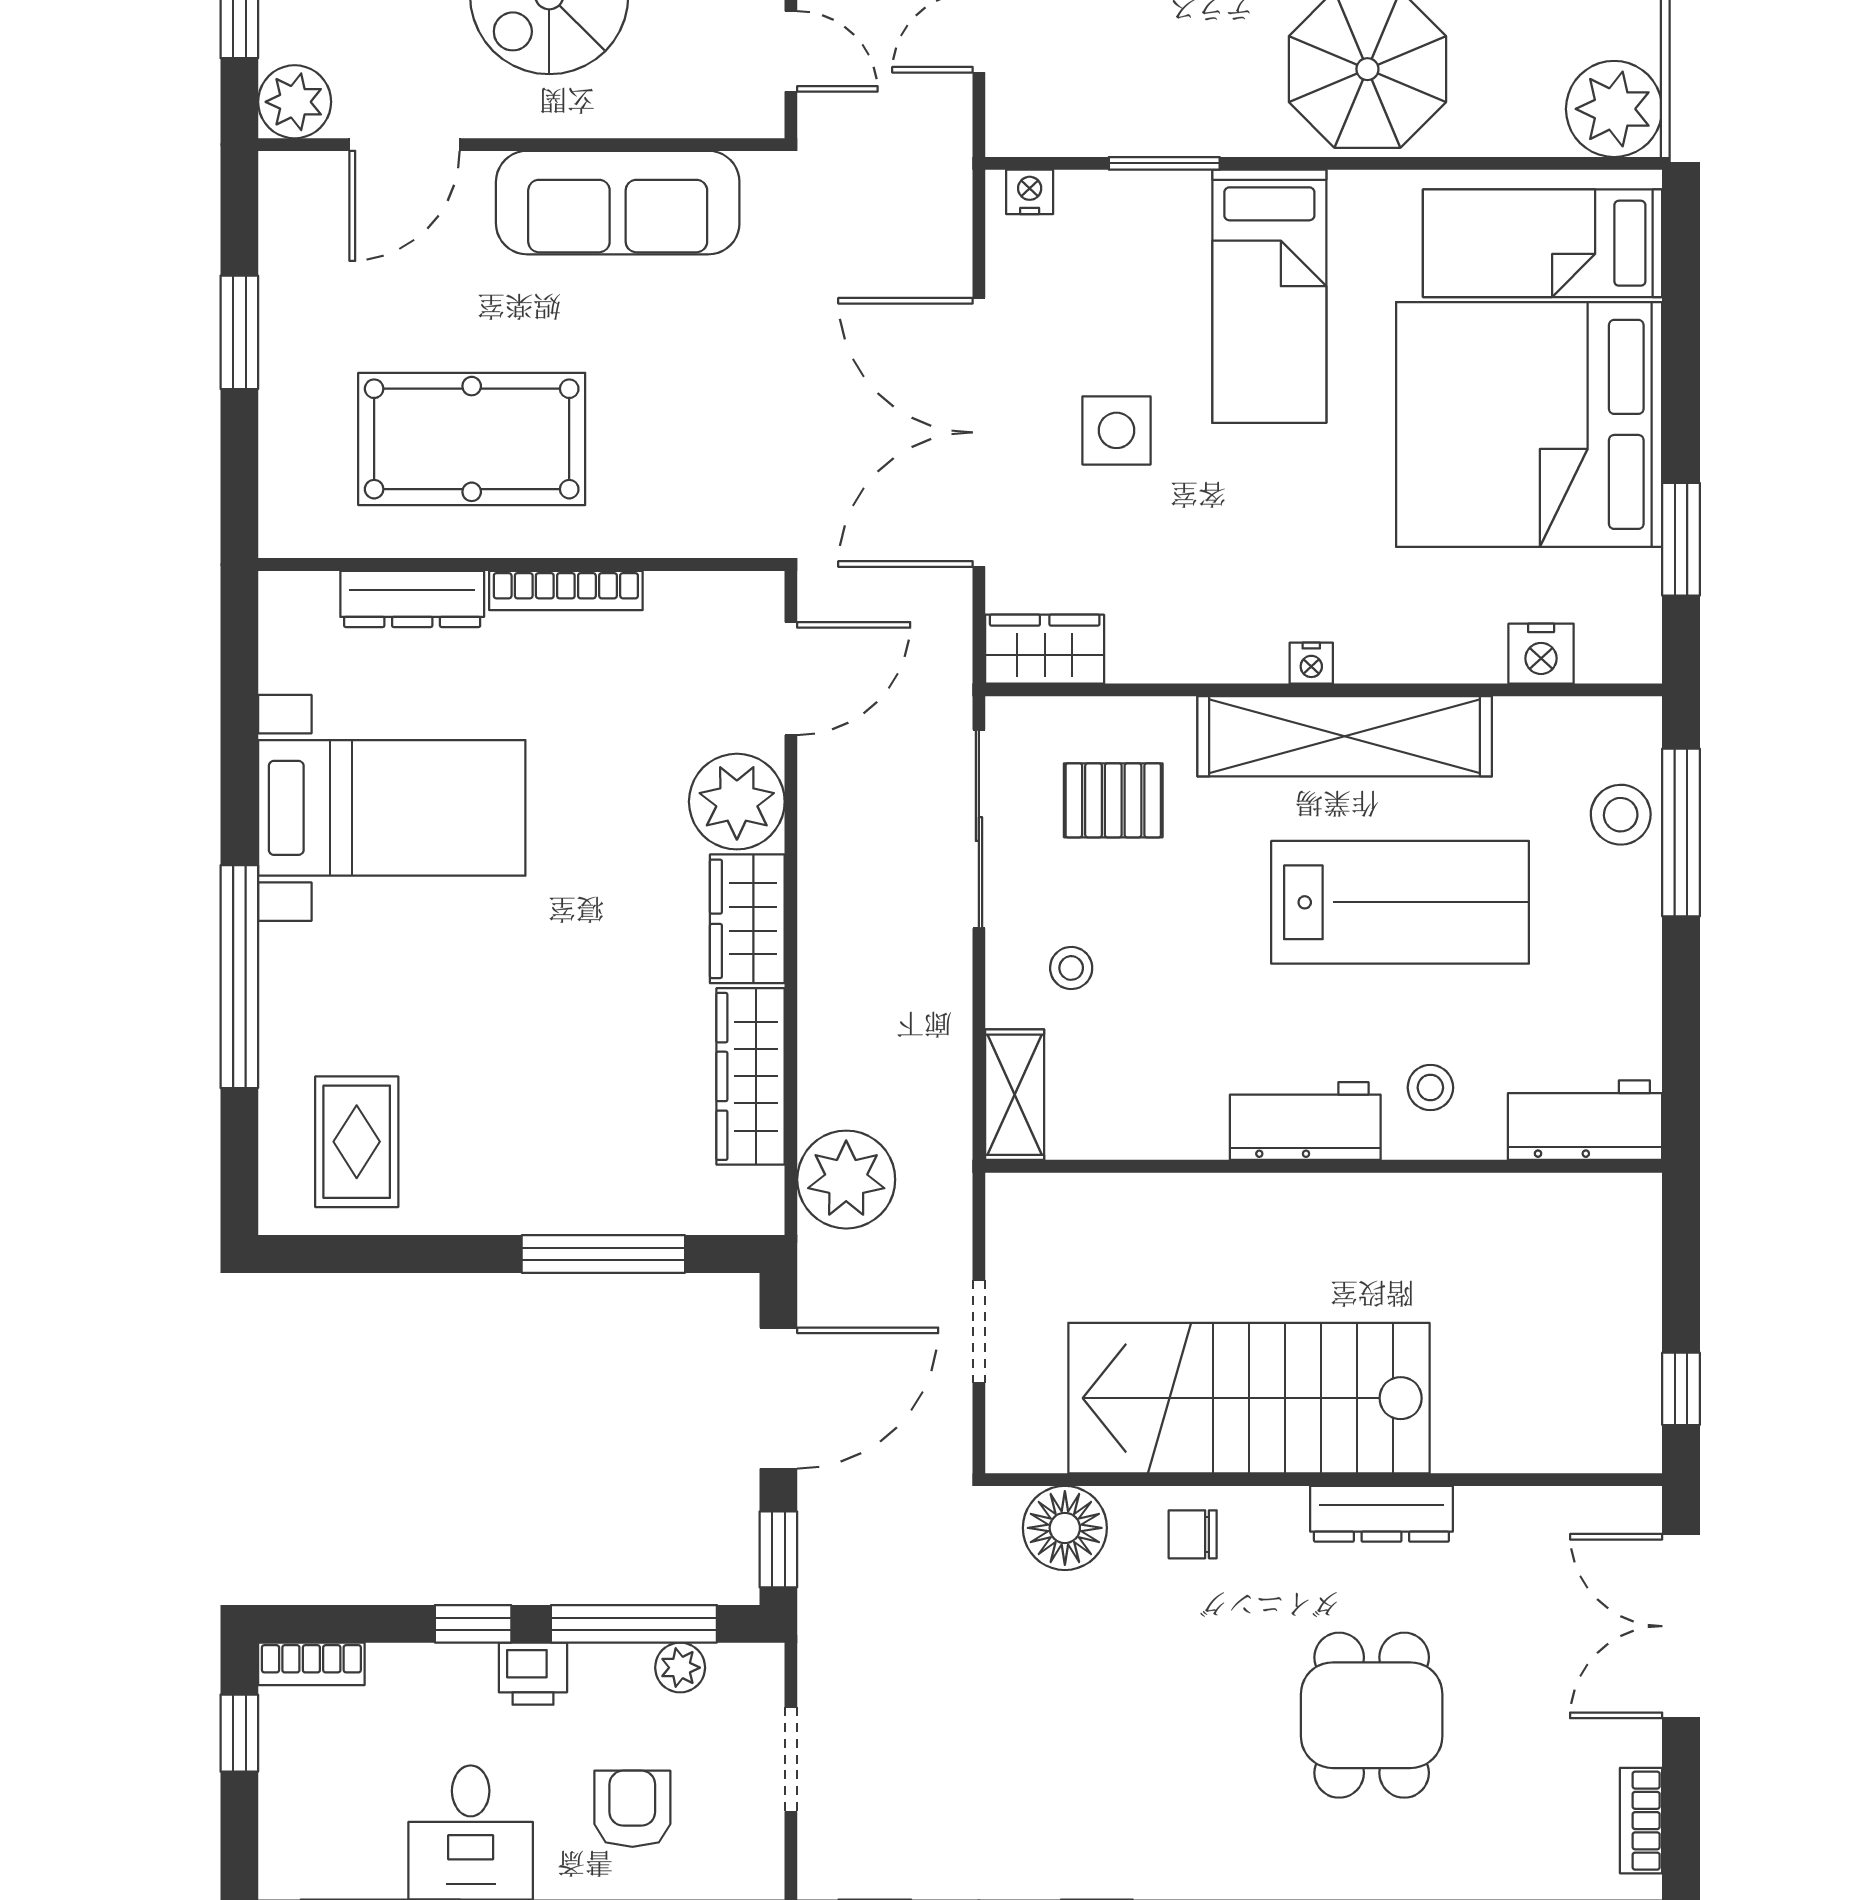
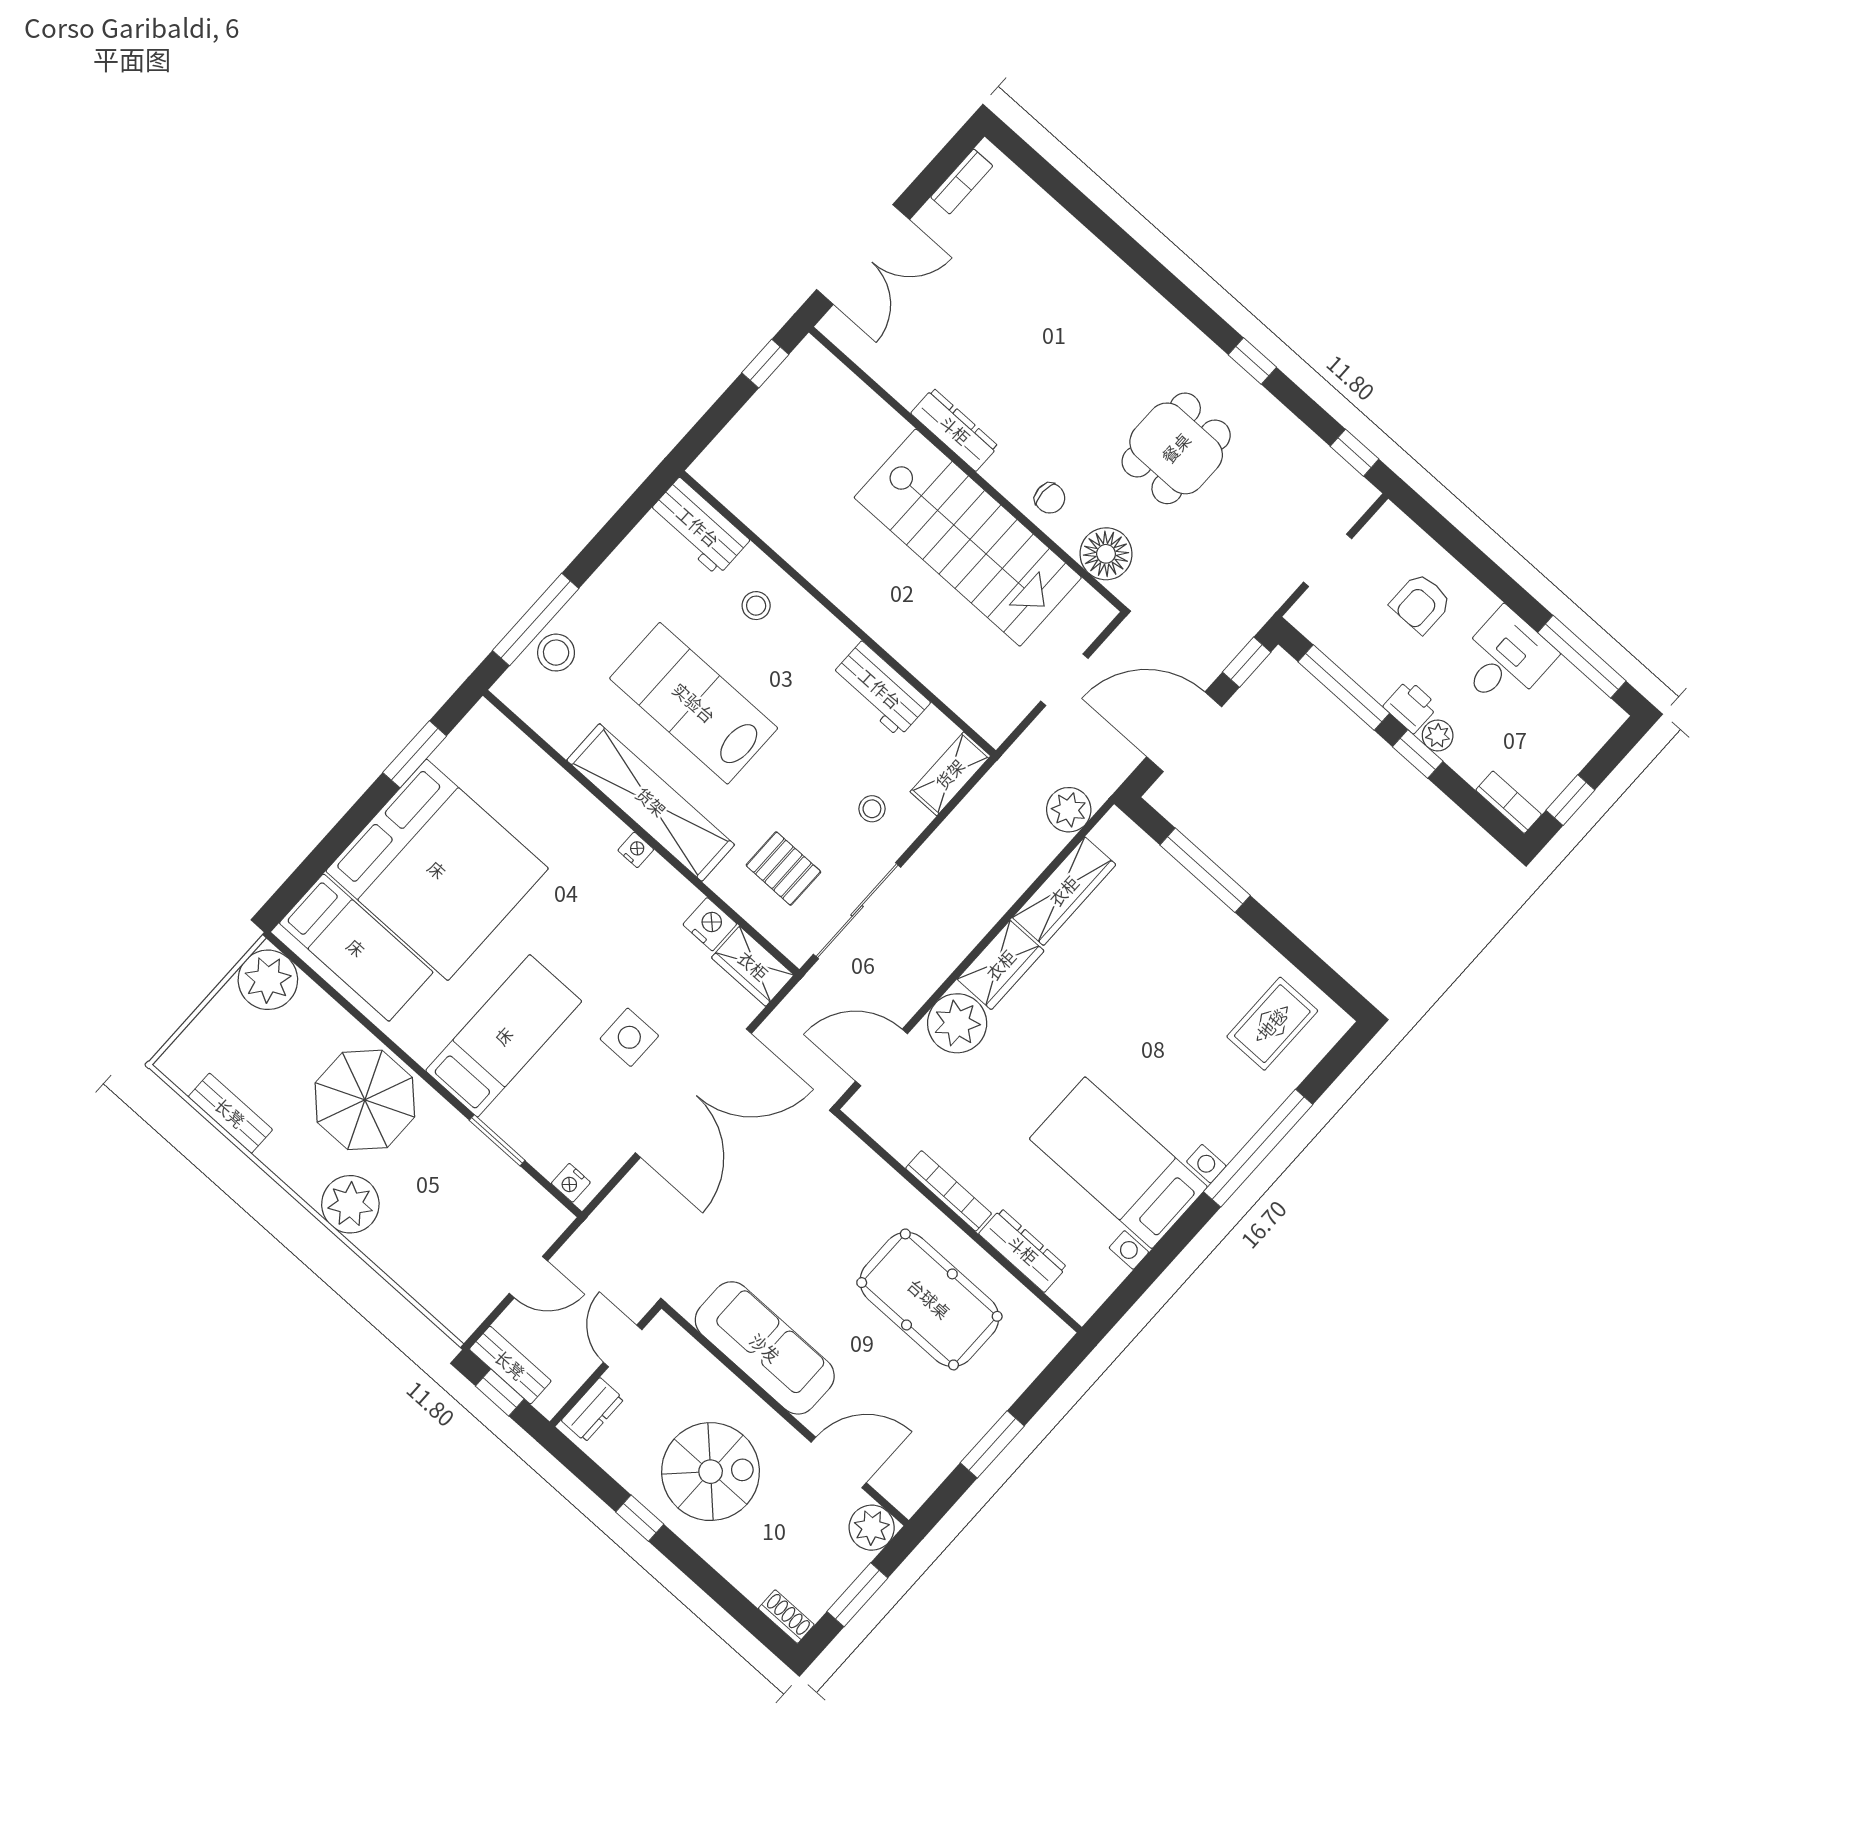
nightstand: (1541, 654) -> (710, 924), moved
workbench: (1305, 1121) -> (880, 689), moved
plant: (846, 1180) -> (1069, 810), width x0.73, depth x0.73
plant: (680, 1668) -> (1438, 736), moved
dining table: (1372, 1715) -> (1176, 448), moved

